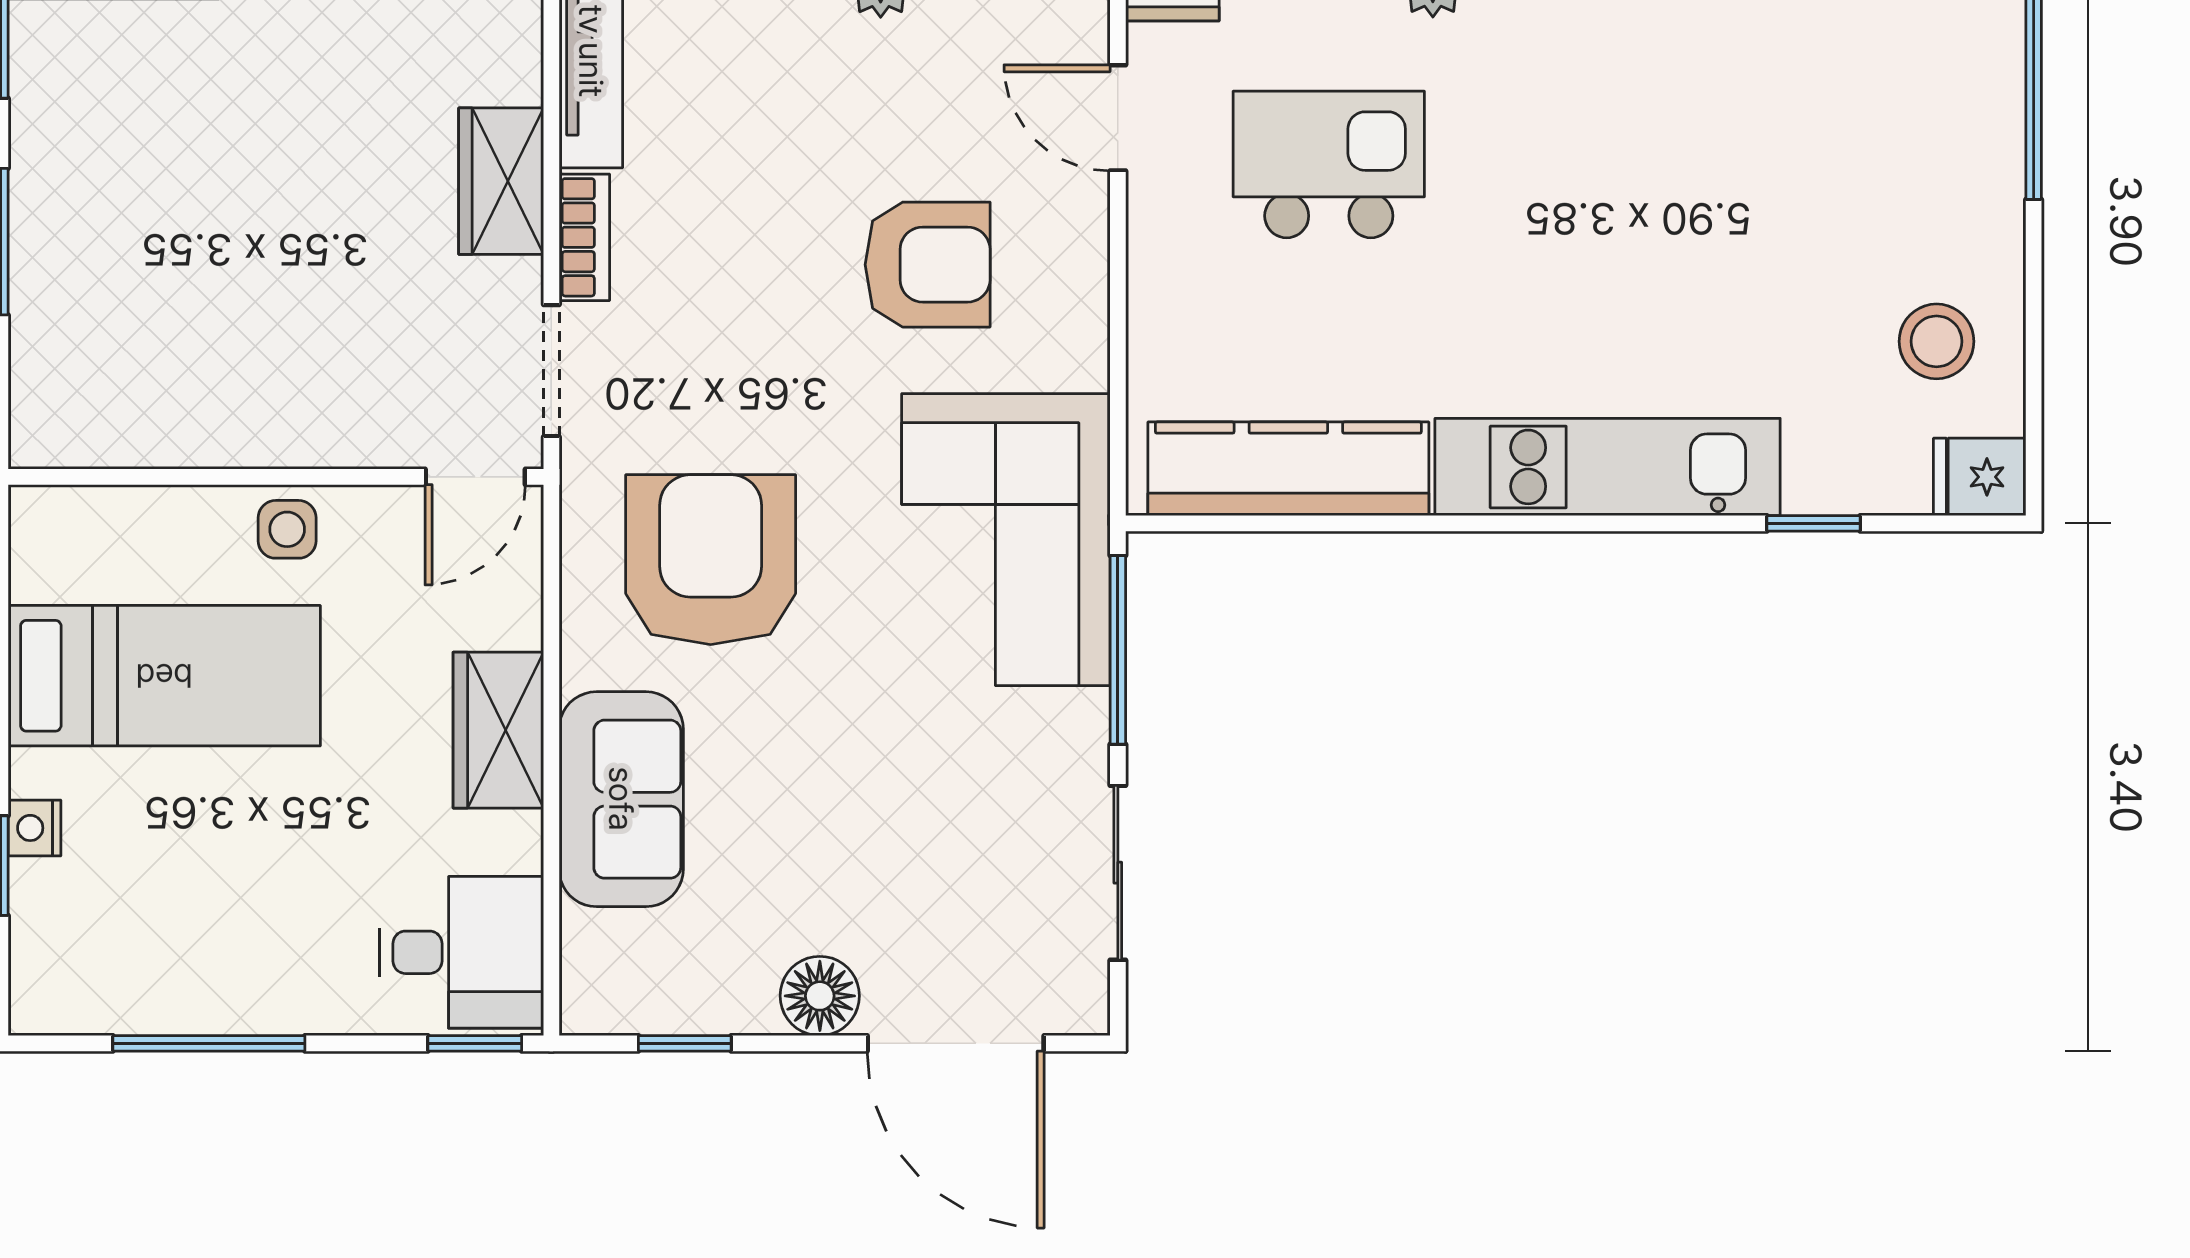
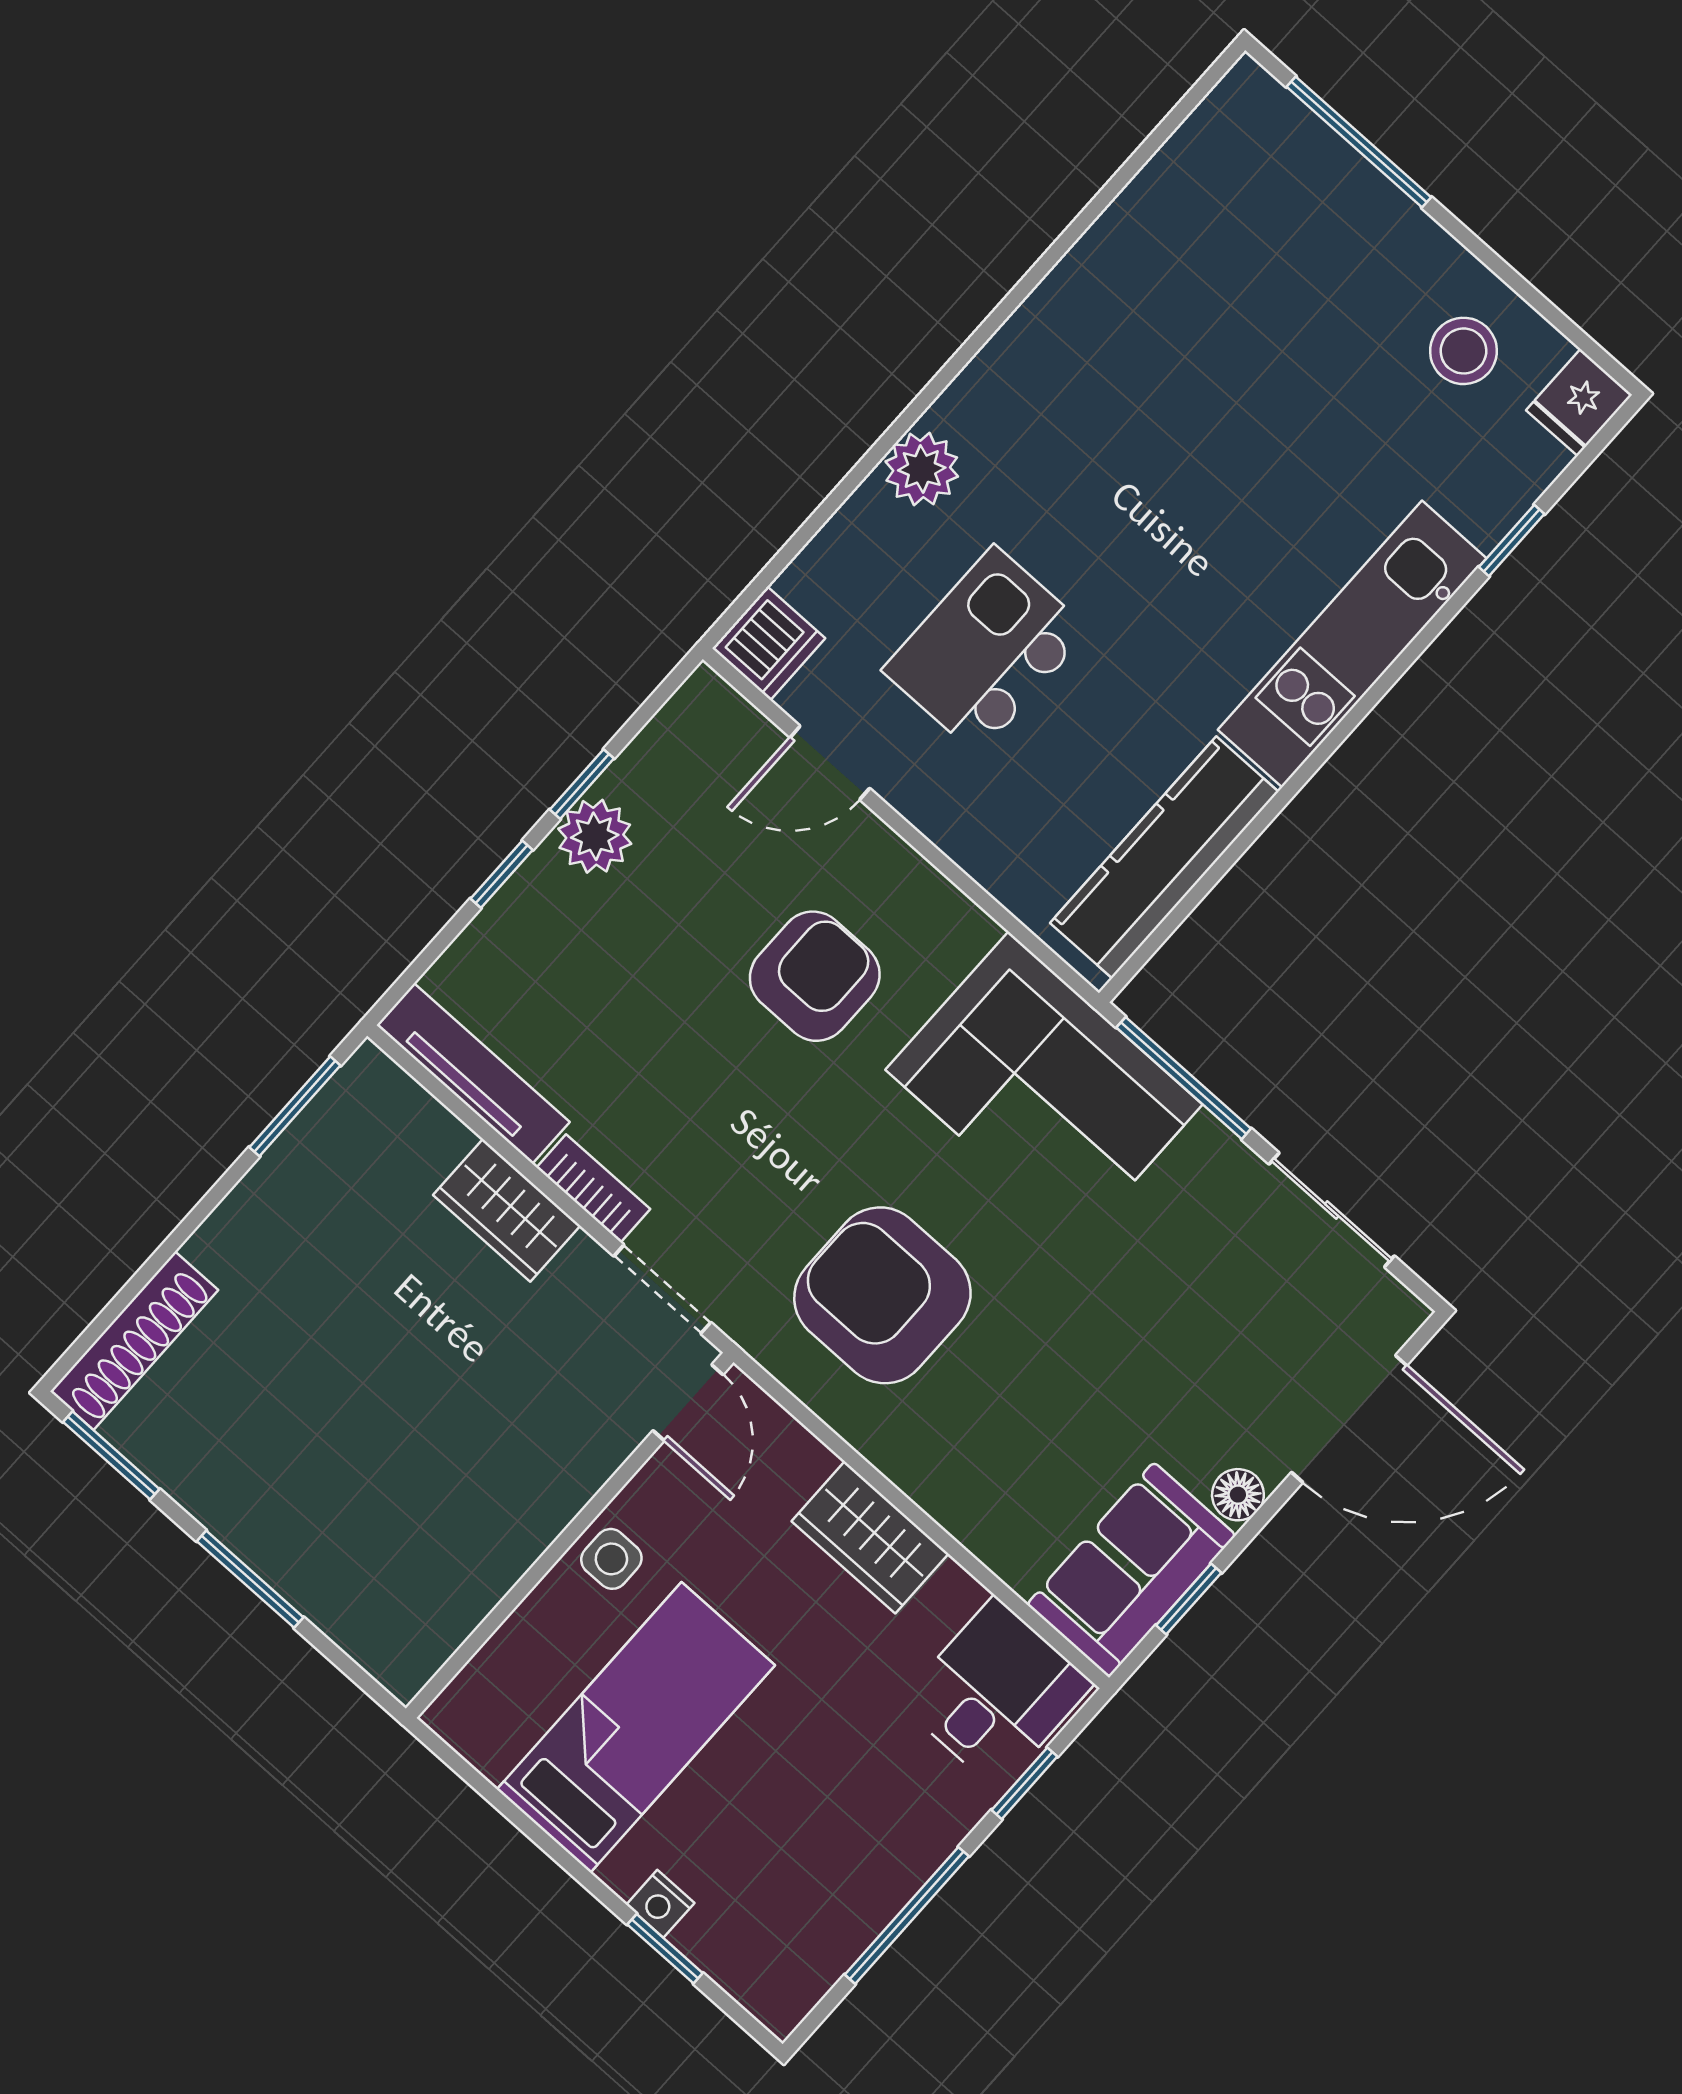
sofa: (621, 799) -> (1131, 1570), moved, turned -90
floor lamp: (820, 996) -> (1238, 1495), width x0.73, depth x0.73
window: (475, 1043) -> (1024, 1783), moved

